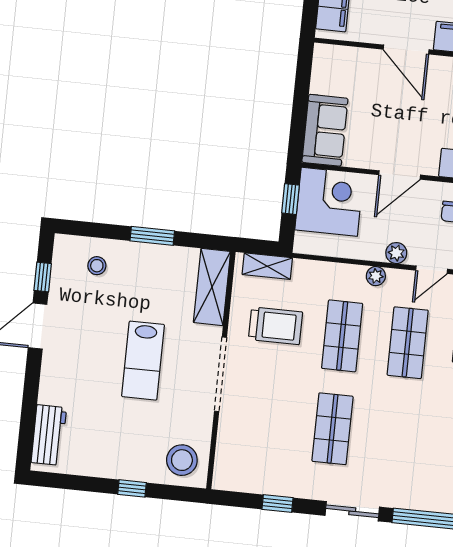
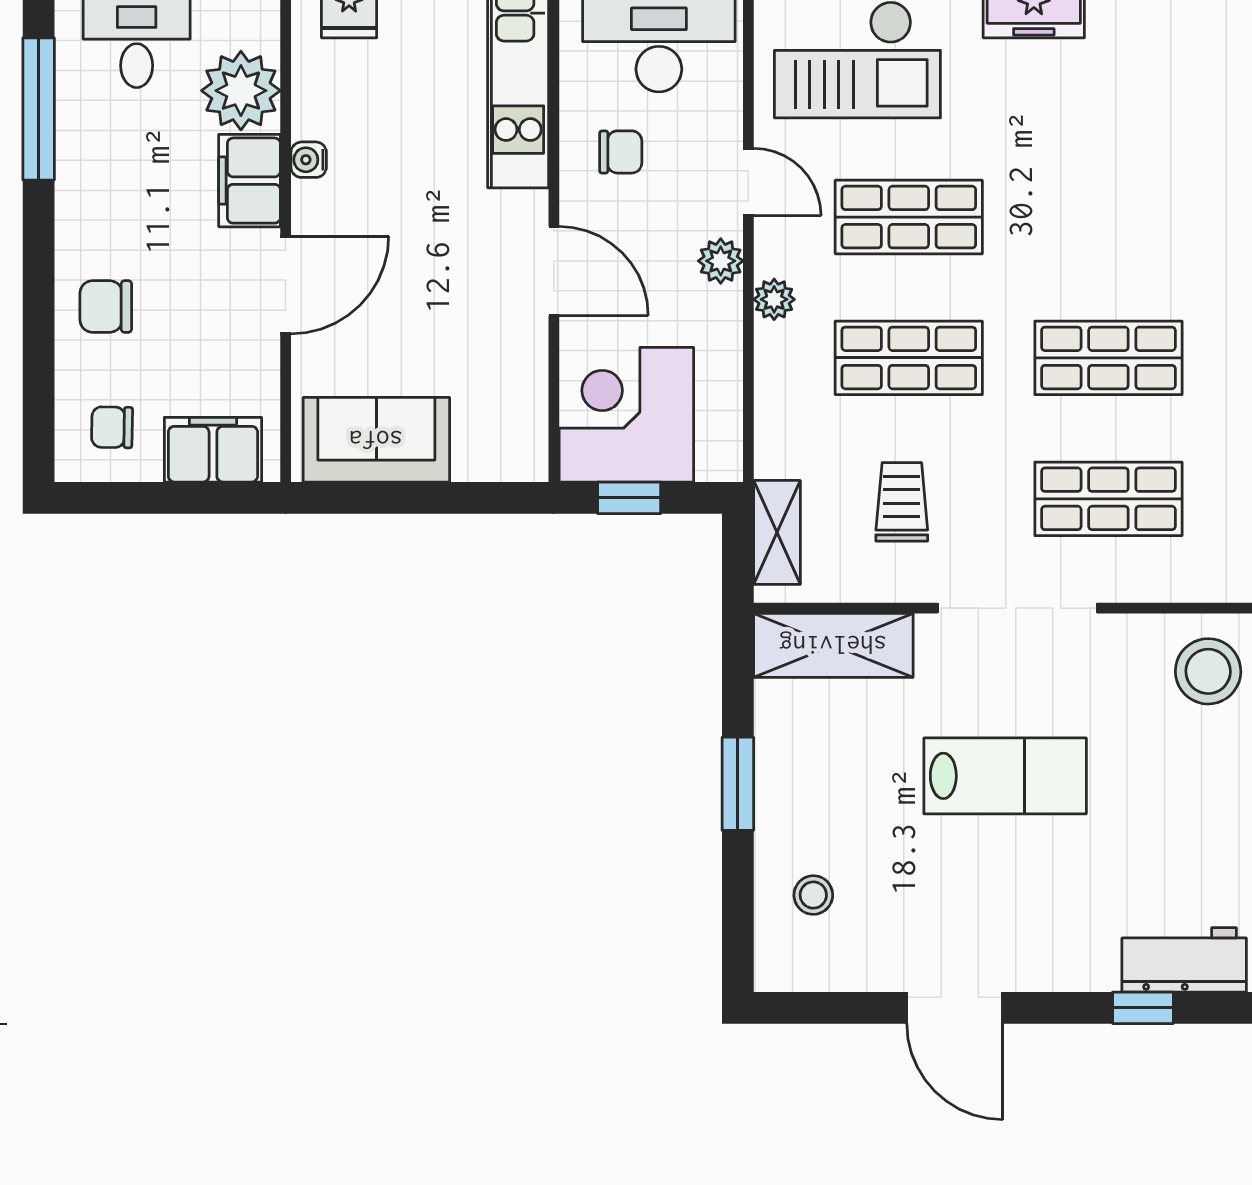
sofa: (325, 130) -> (376, 440), moved
window: (43, 277) -> (1143, 1008), moved
trolley: (276, 326) -> (902, 502), width x0.73, depth x0.72
shop shelf: (267, 422) -> (1108, 499), added

